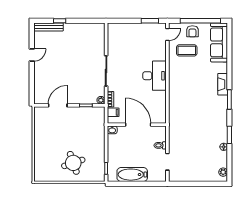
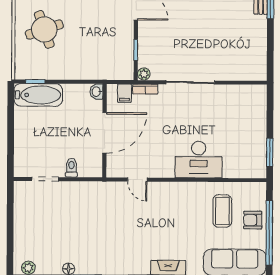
door: (167, 34) -> (137, 180), moved
desk: (154, 76) -> (199, 159), moved
bathtub: (132, 175) -> (38, 95), moved, turned 90

